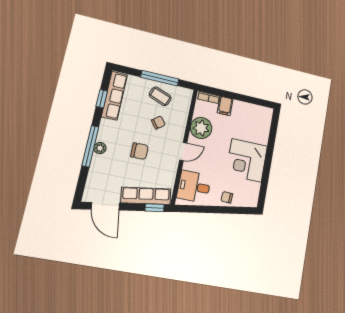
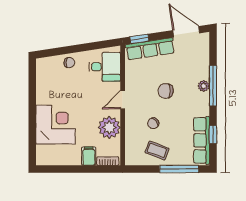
window: (160, 78) -> (179, 169), moved
corner desk: (247, 160) -> (55, 125), moved

